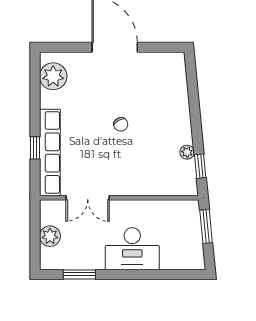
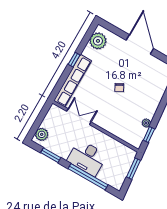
window: (35, 148) -> (74, 60), moved
double door: (88, 198) -> (79, 117), swing flipped
plant: (50, 236) -> (42, 134), moved
window: (149, 274) -> (88, 177), added

